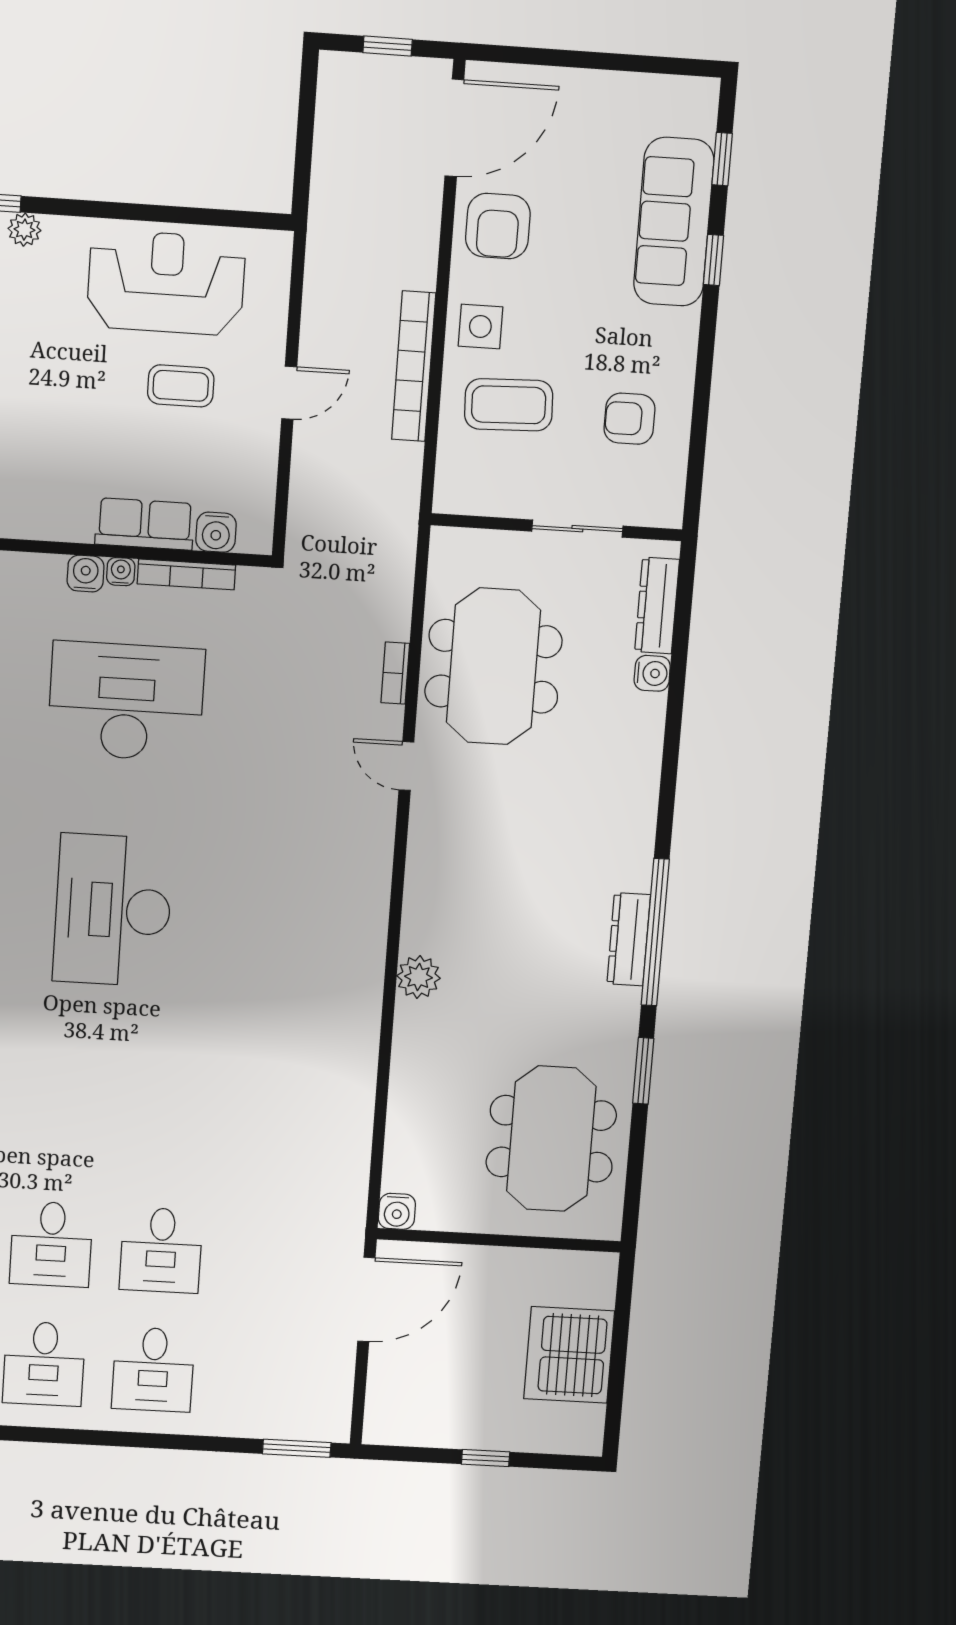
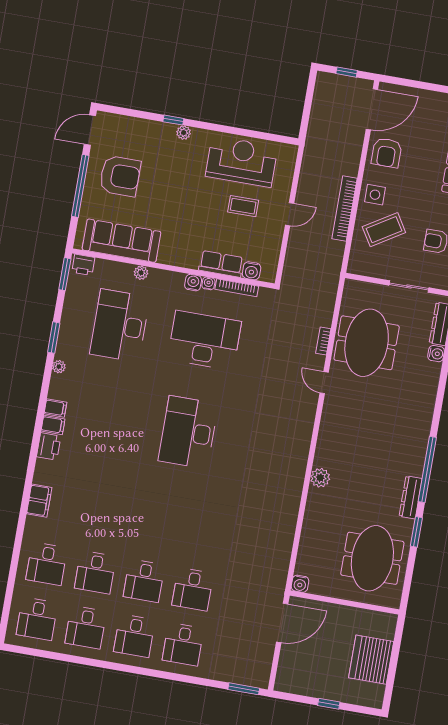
coffee table: (509, 405) -> (384, 230), turned -30
dresser: (629, 939) -> (411, 497), moved

